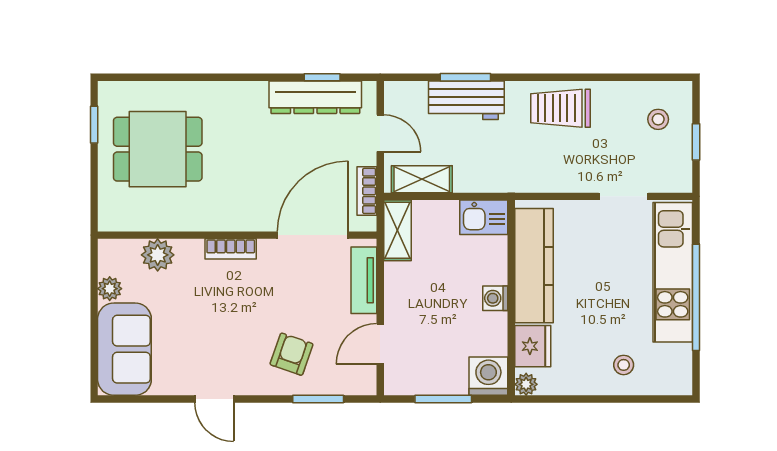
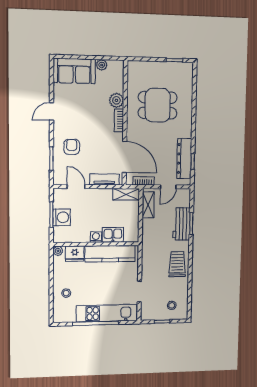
dining table: (158, 149) -> (158, 105), moved, turned 90
kitchen sink: (484, 217) -> (113, 235), moved, turned 90
plant: (158, 255) -> (116, 100), moved
armchair: (292, 354) -> (72, 147), turned -109
washing machine: (488, 376) -> (62, 217), moved

